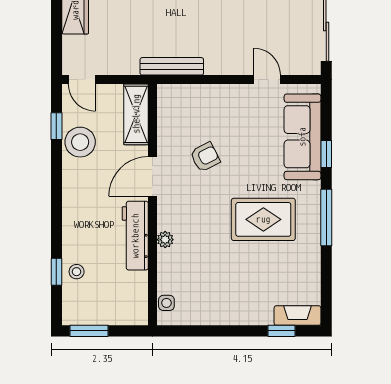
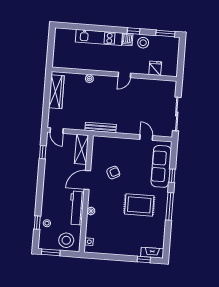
stool: (80, 142) -> (66, 240), moved

